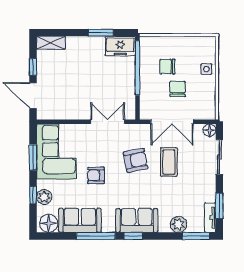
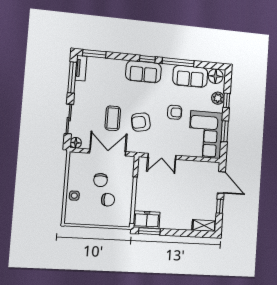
window: (101, 33) -> (149, 231), moved
window: (219, 206) -> (72, 77), width x1.44
plant: (178, 224) -> (109, 65), removed

